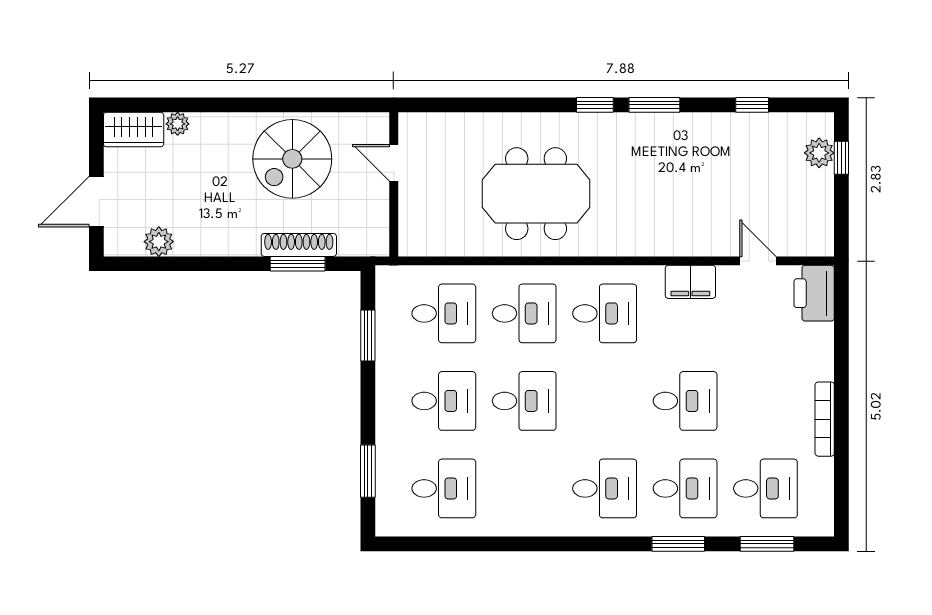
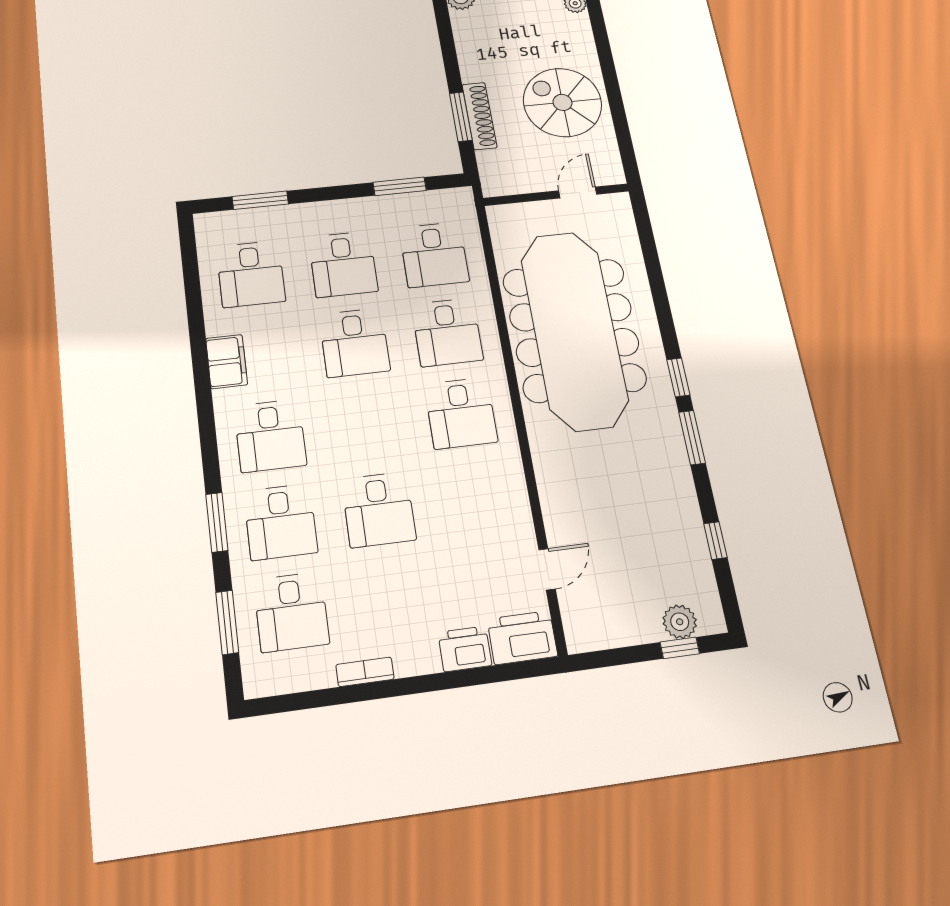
meeting table: (536, 194) -> (574, 330), width x1.86, depth x1.27
filing cabinet: (690, 282) -> (227, 362), moved, turned 180
printer: (817, 344) -> (465, 649), added
bookcase: (825, 419) -> (365, 672), width x0.64

